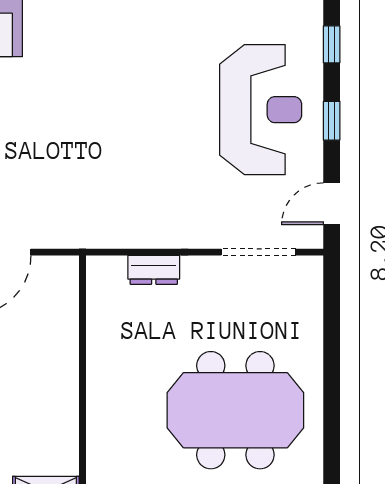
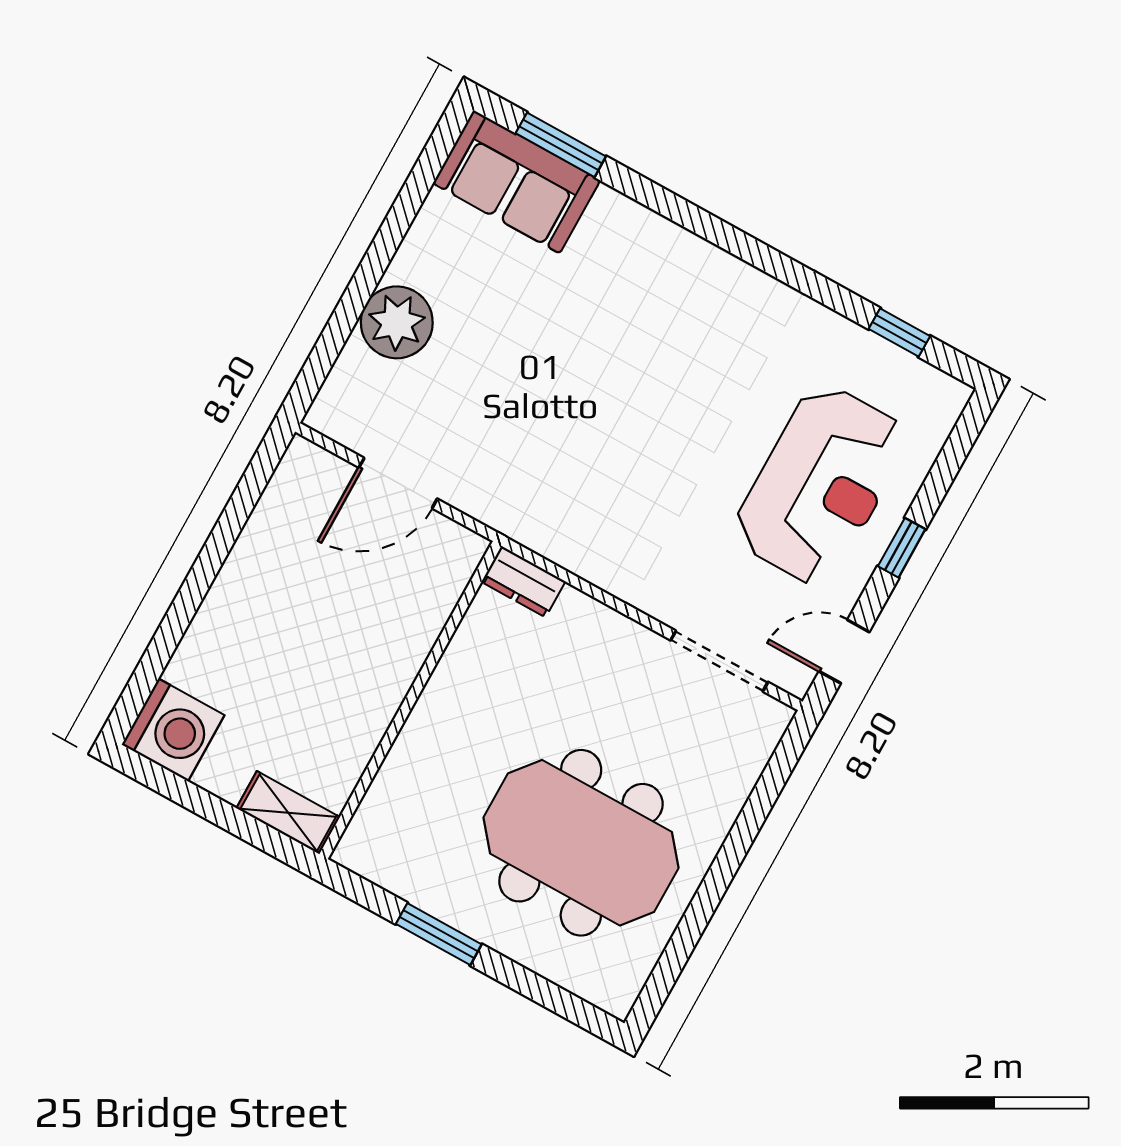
window: (332, 44) -> (954, 452), removed
dresser: (154, 270) -> (523, 582), moved

